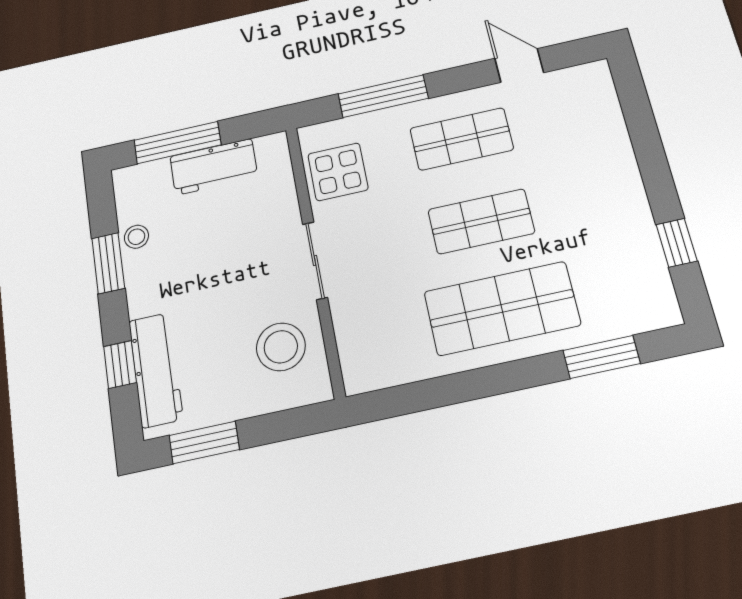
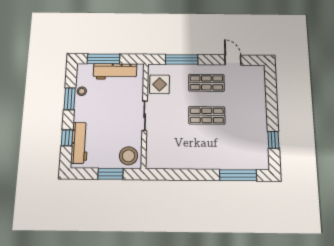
workbench: (214, 167) -> (115, 71), width x1.38
shop shelf: (502, 308) -> (207, 149), removed
stool: (281, 347) -> (128, 156), moved
window: (602, 357) -> (238, 175), width x1.44
window: (204, 442) -> (110, 174), moved

